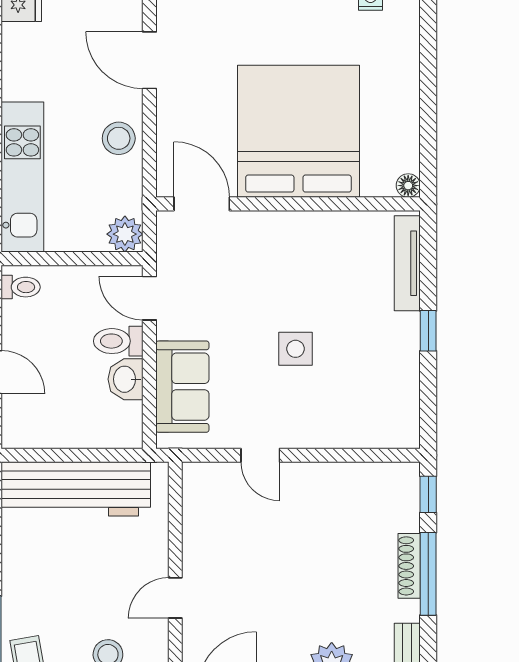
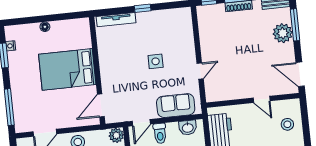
bed: (298, 131) -> (67, 69), width x0.73
floor lamp: (408, 186) -> (45, 27), moved
washbasin: (126, 379) -> (188, 128), moved

